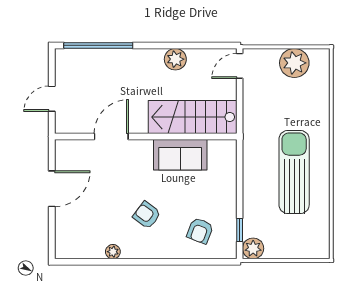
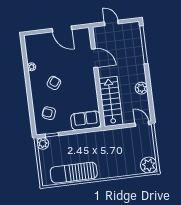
plant: (294, 63) -> (149, 165), moved
sofa: (180, 155) -> (86, 121), moved, turned 90
sun lounger: (294, 172) -> (74, 173), moved, turned 180

